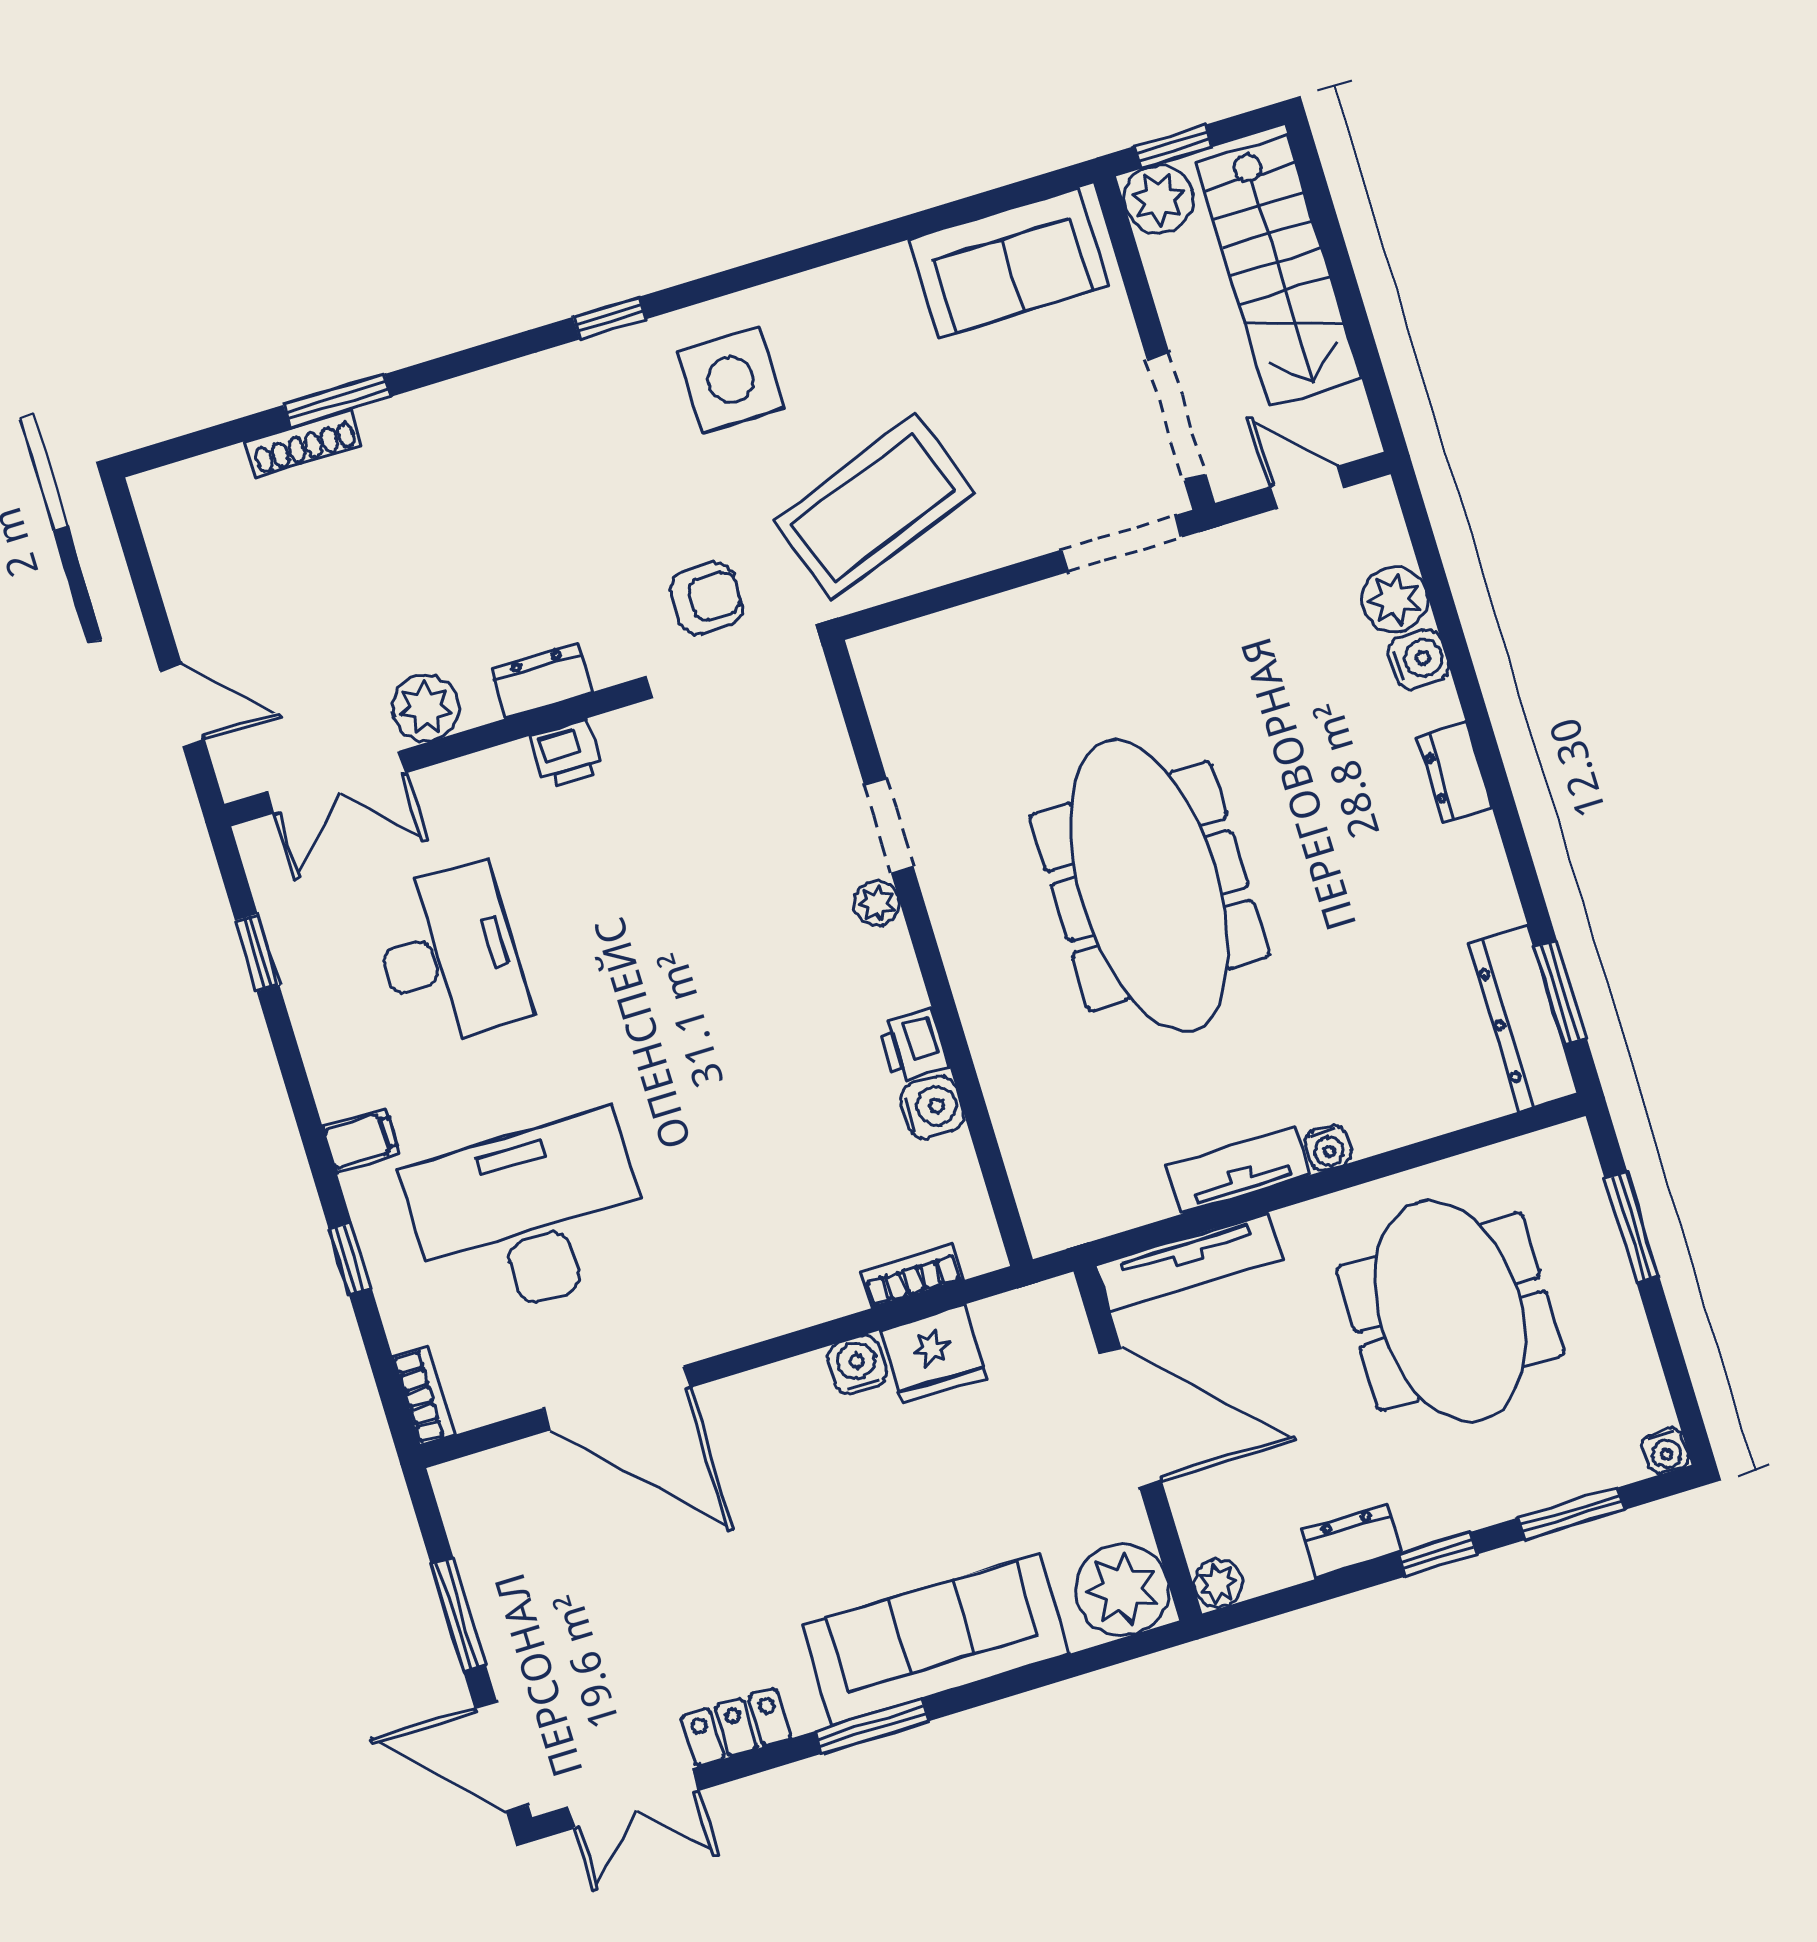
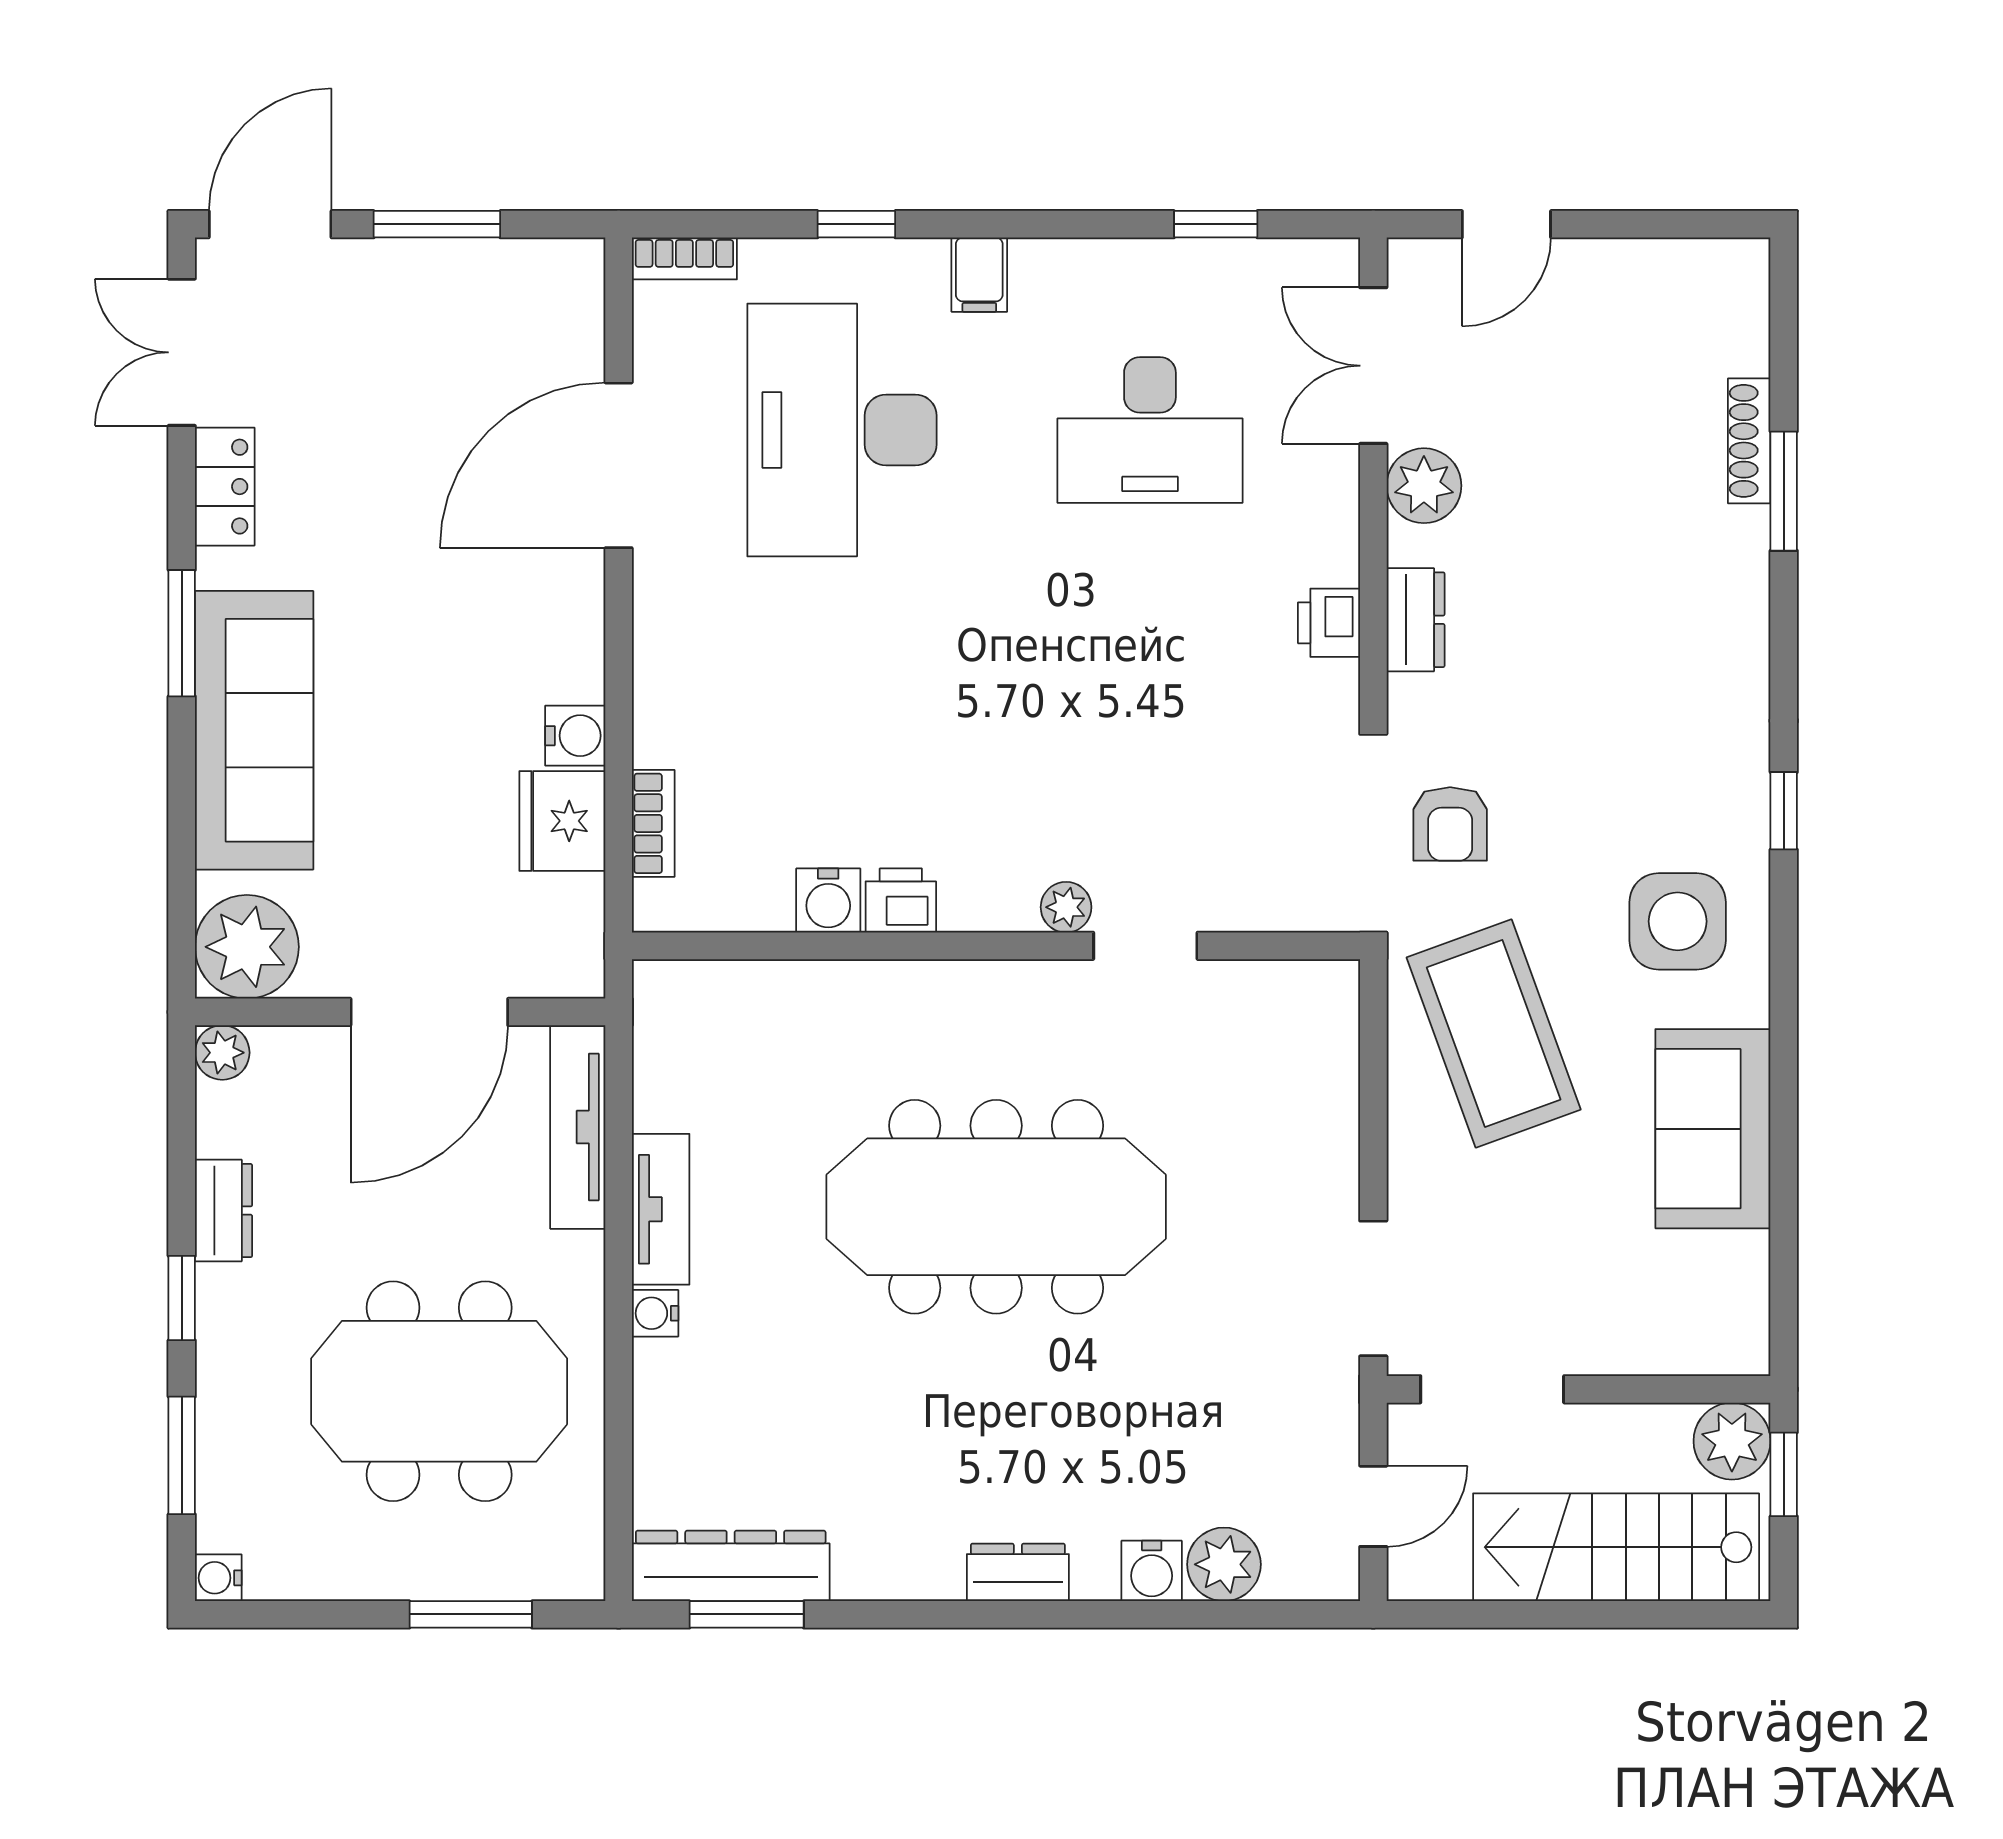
sofa: (1008, 263) -> (1713, 1129), moved
desk: (529, 1217) -> (842, 430), turned 180

